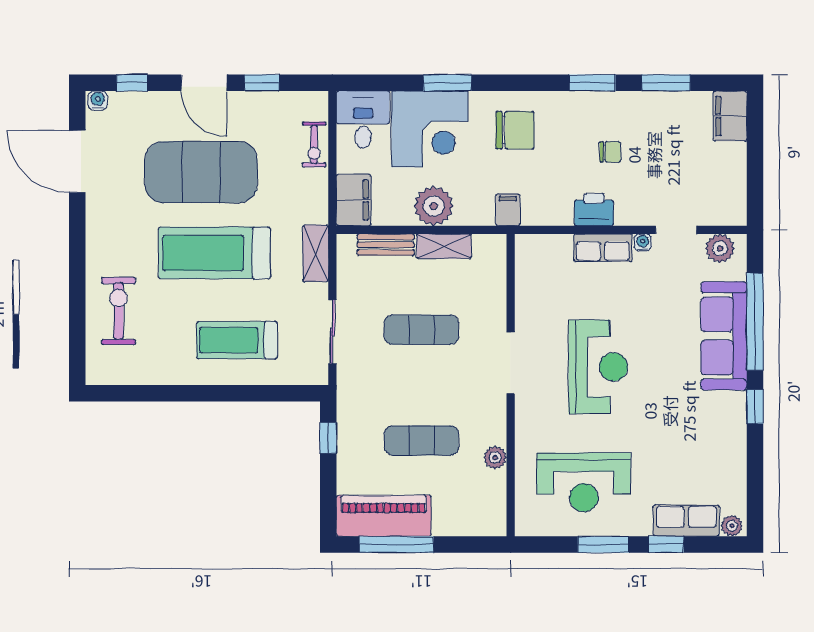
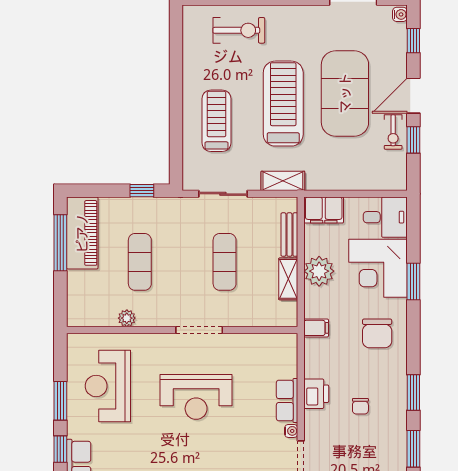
exercise bike: (314, 144) -> (393, 132), moved, turned -90

